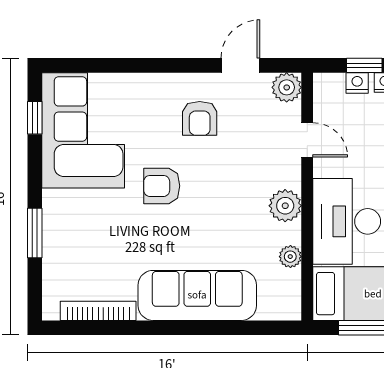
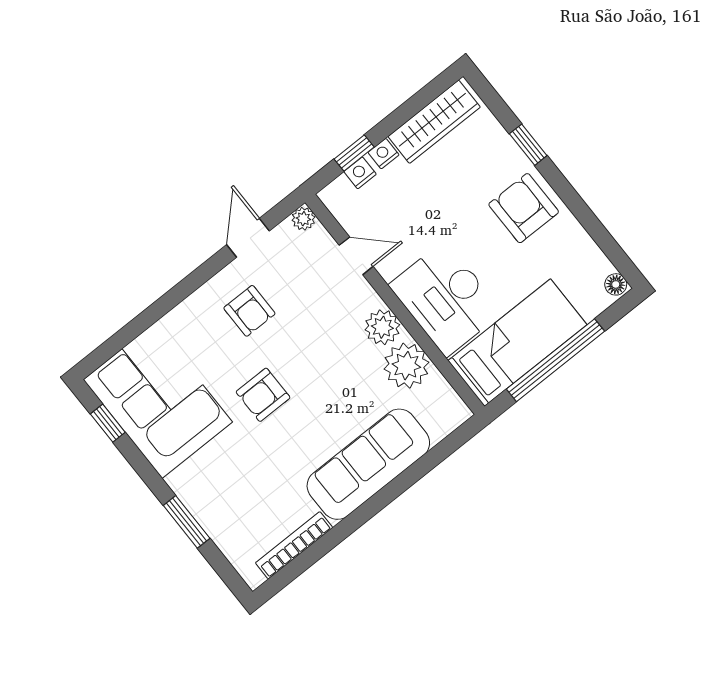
plant: (287, 87) -> (303, 219), width x0.73, depth x0.73
plant: (290, 257) -> (406, 366), width x1.88, depth x1.88

